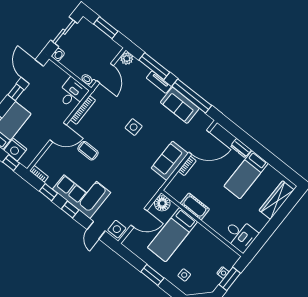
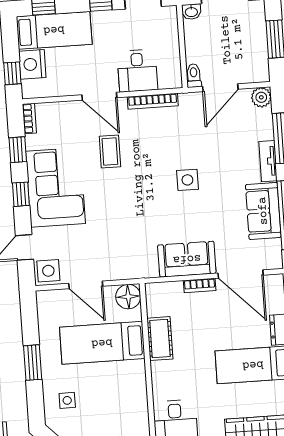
desk: (72, 93) -> (137, 71), moved, turned 90

